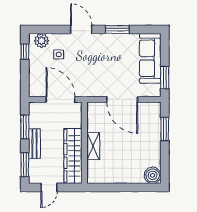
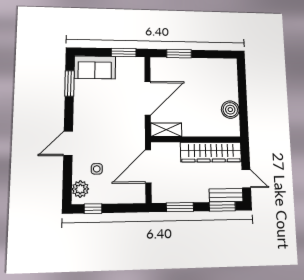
window: (117, 29) -> (70, 83), moved
sofa: (150, 58) -> (95, 67), width x0.73
bench: (34, 144) -> (226, 195), moved
shelving: (93, 146) -> (166, 130), moved
boiler: (153, 175) -> (230, 110), moved

